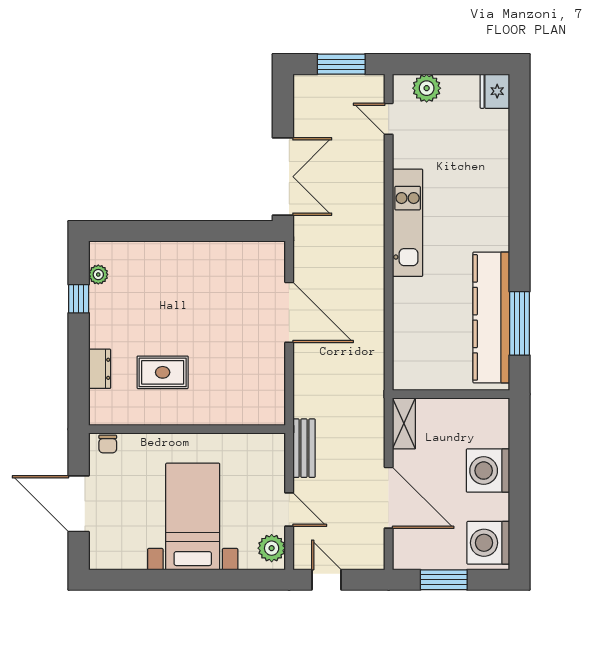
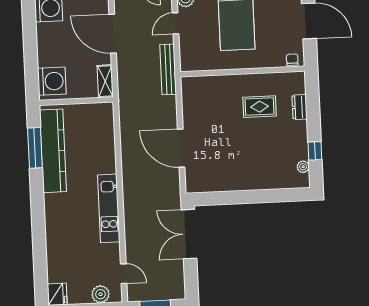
bench: (304, 448) -> (168, 69), width x1.36
washing machine: (488, 471) -> (52, 81), moved
door: (289, 510) -> (175, 23), hinge flipped

